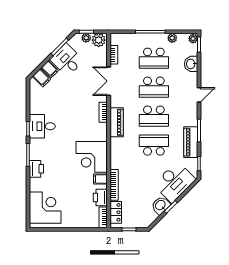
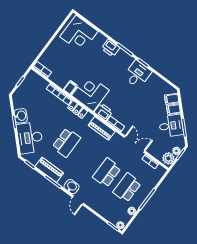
washbasin: (191, 64) -> (72, 187), moved
school desk: (154, 116) -> (87, 158), removed
printer: (100, 198) -> (103, 112), moved
locker: (116, 212) -> (78, 109), moved

